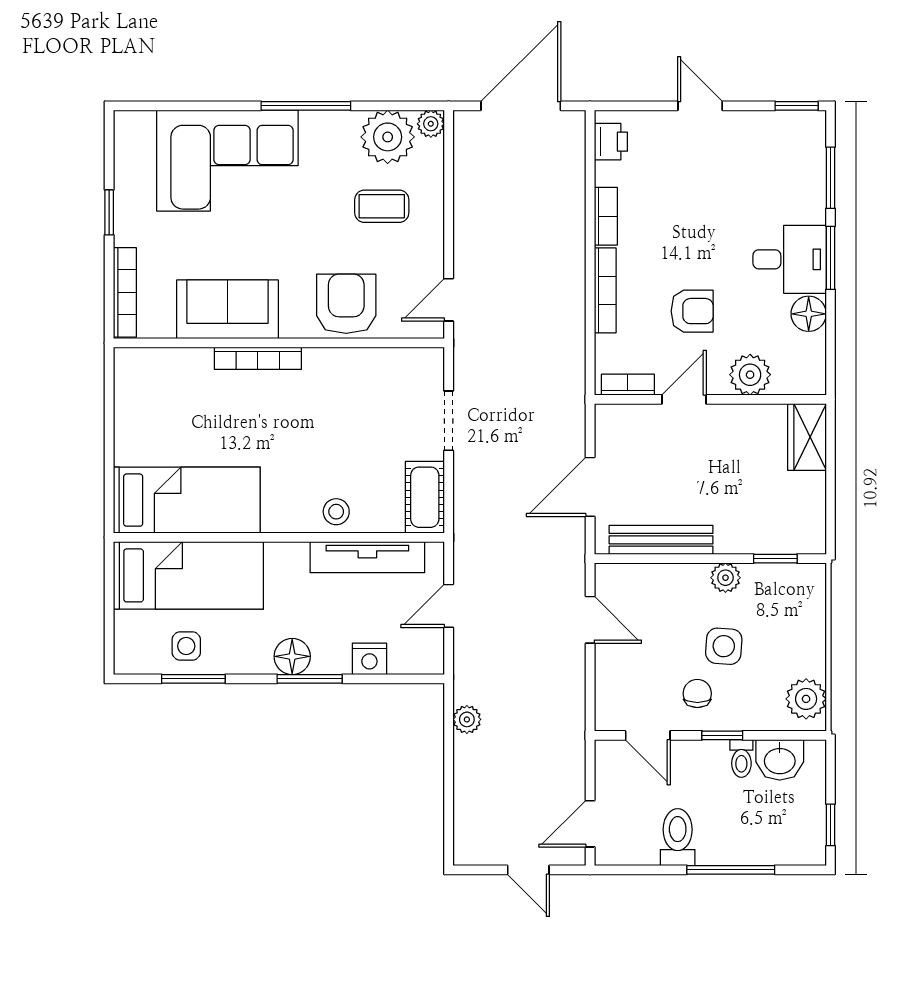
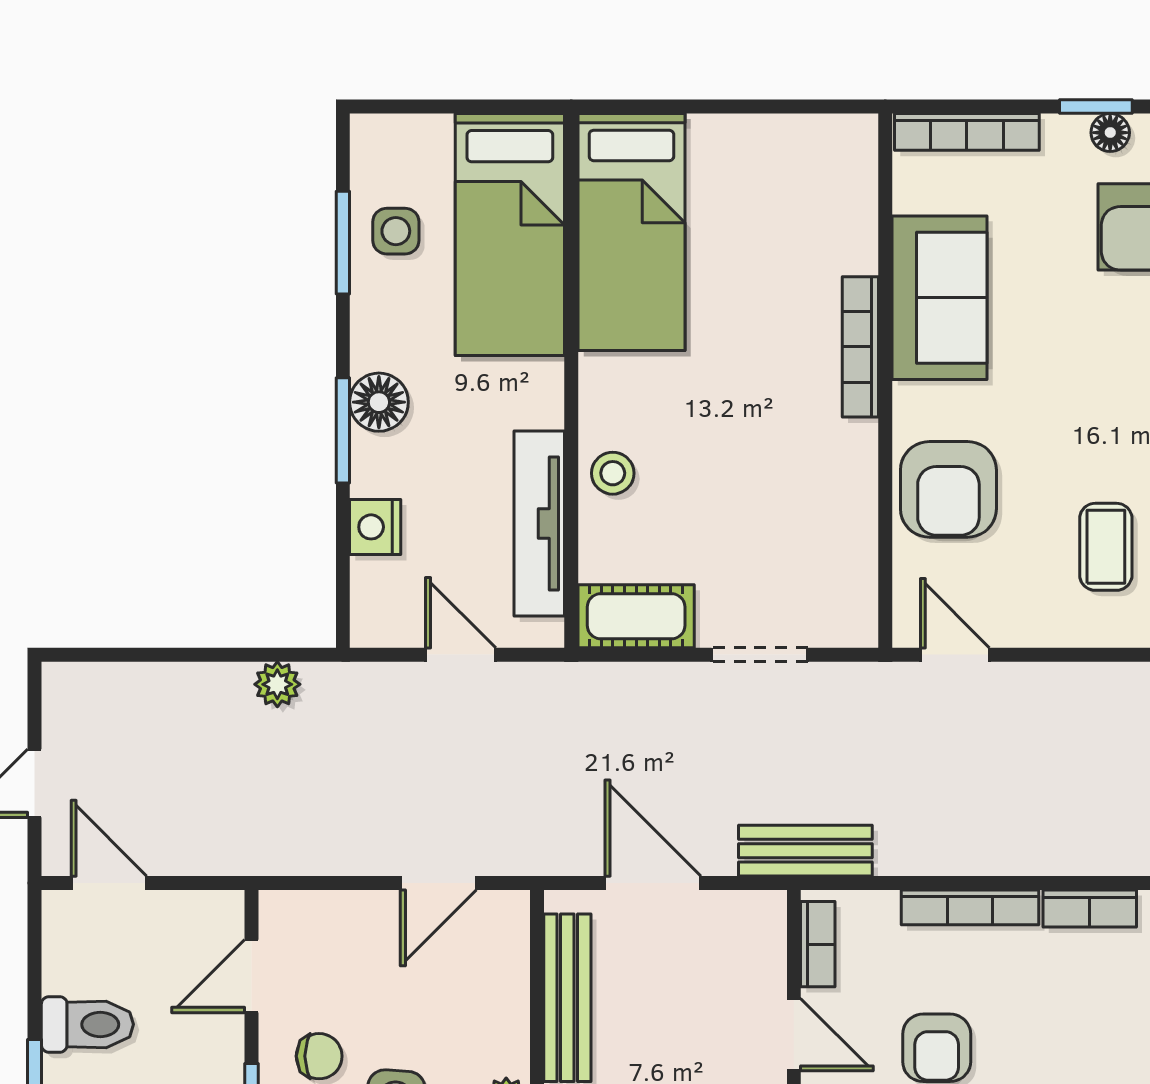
floor lamp: (125, 204) -> (1110, 133), added
armchair: (346, 304) -> (948, 489), turned 90
bench: (570, 392) -> (805, 851), added

